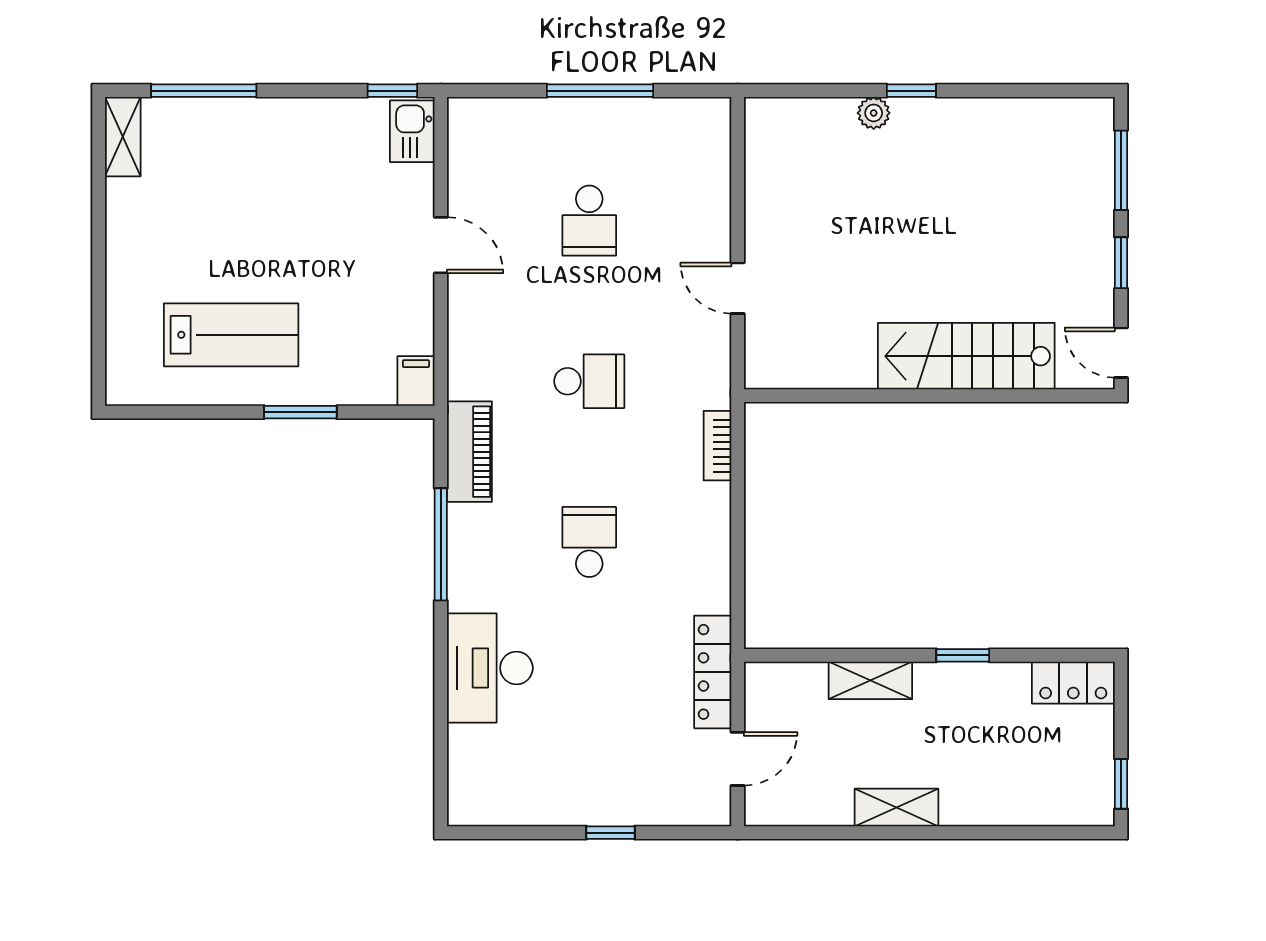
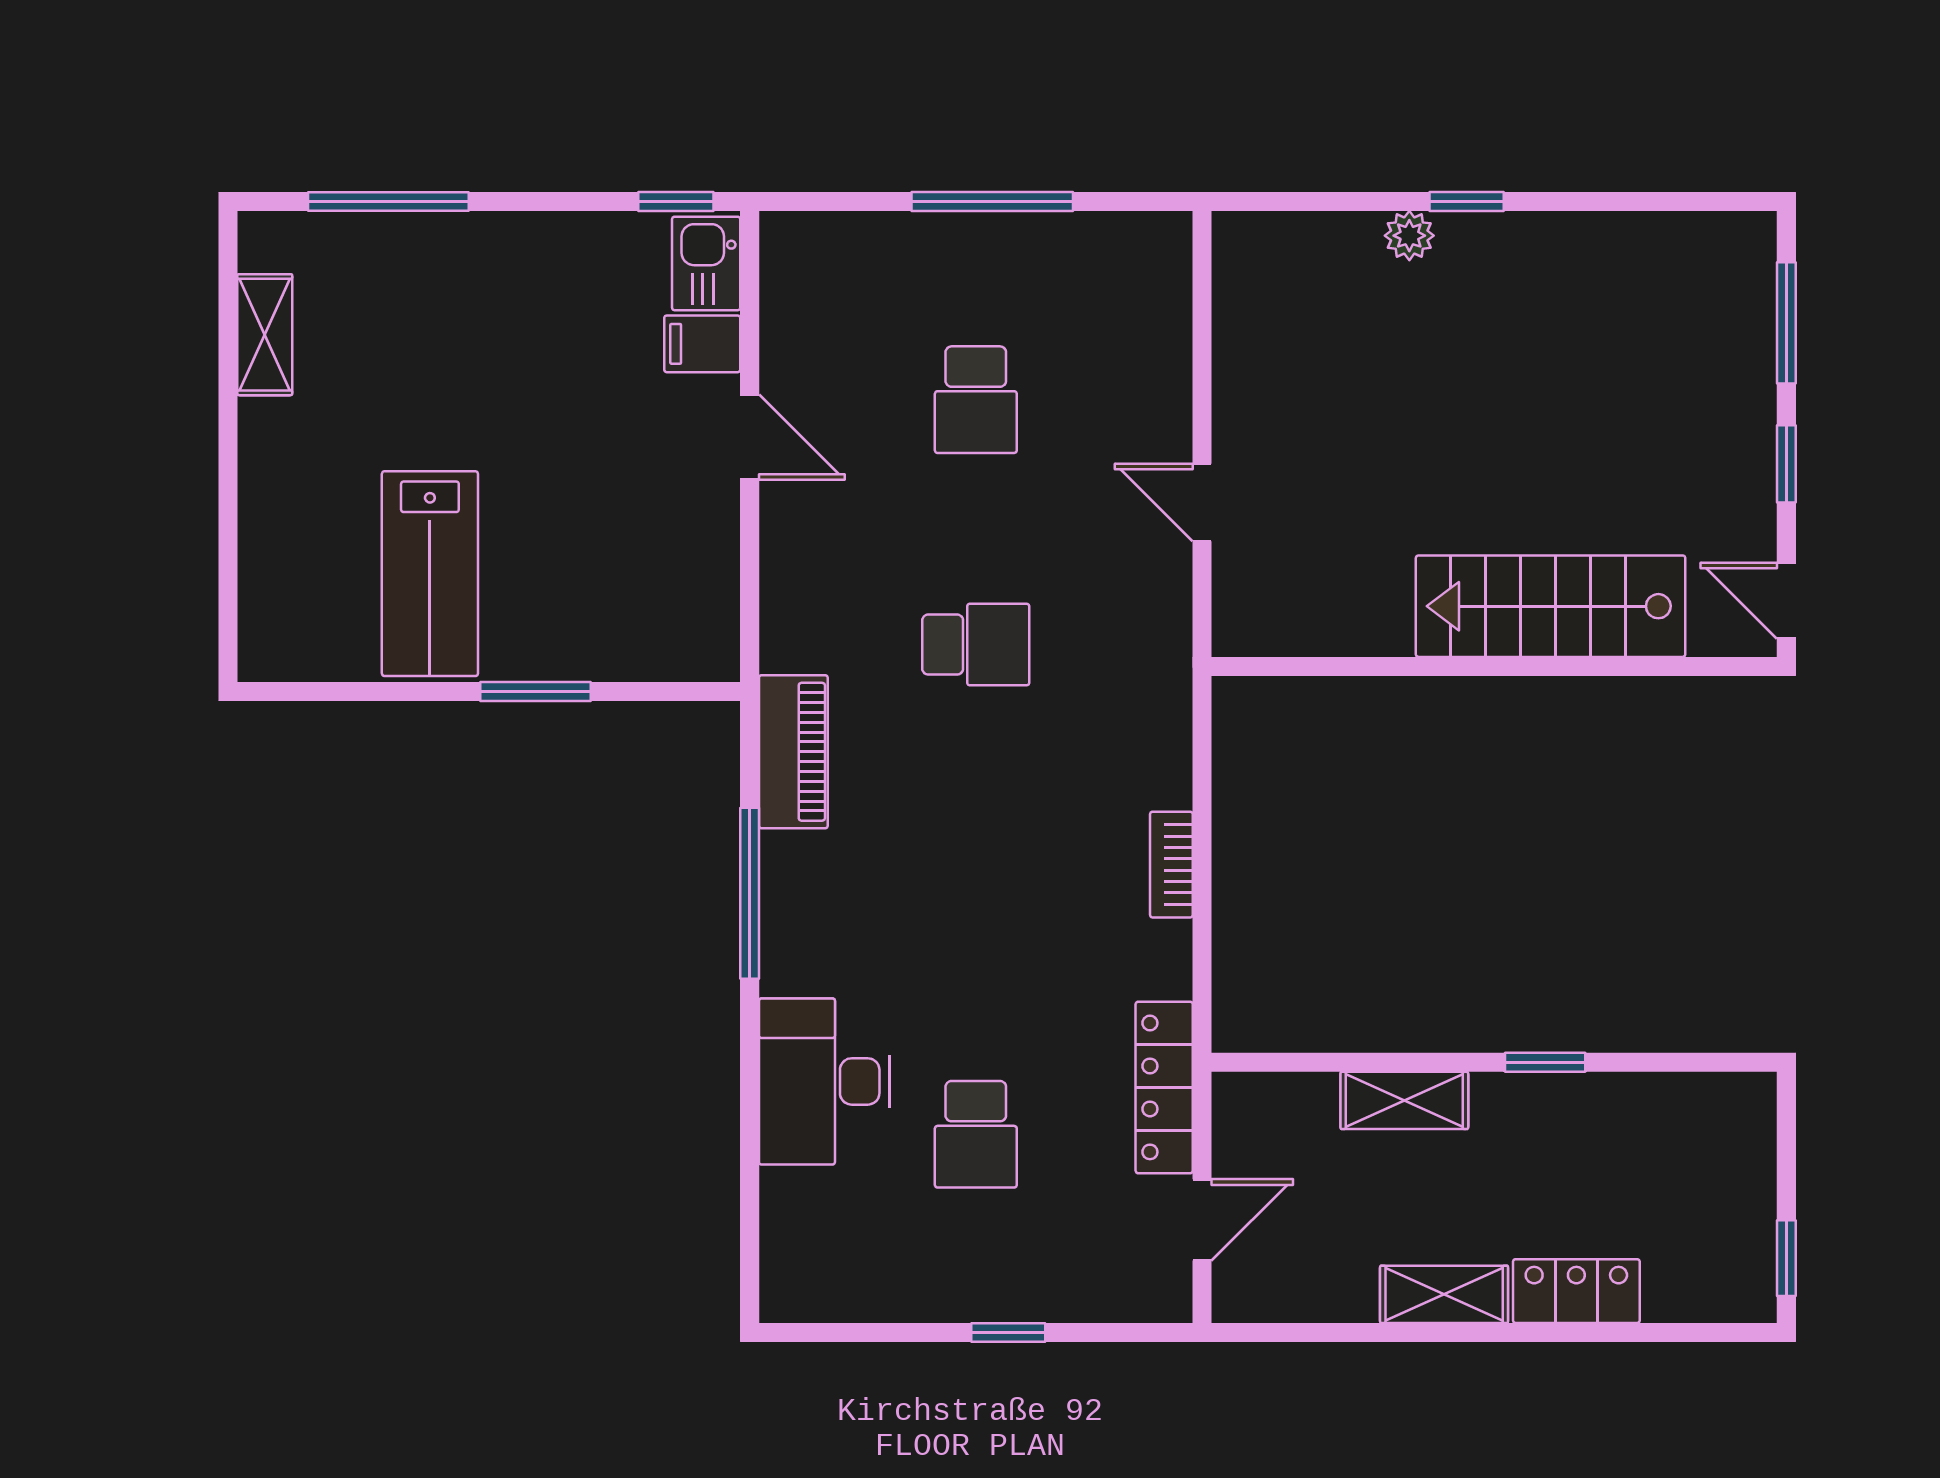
shelving: (123, 137) -> (265, 335), moved
lab bench: (231, 335) -> (430, 574), turned 90
filing cabinet: (416, 381) -> (702, 344), moved, turned -90
bookcase: (718, 446) -> (1171, 865), moved
school desk: (589, 542) -> (976, 1134), moved, turned 180
locker: (1073, 683) -> (1576, 1291), moved, turned 180

